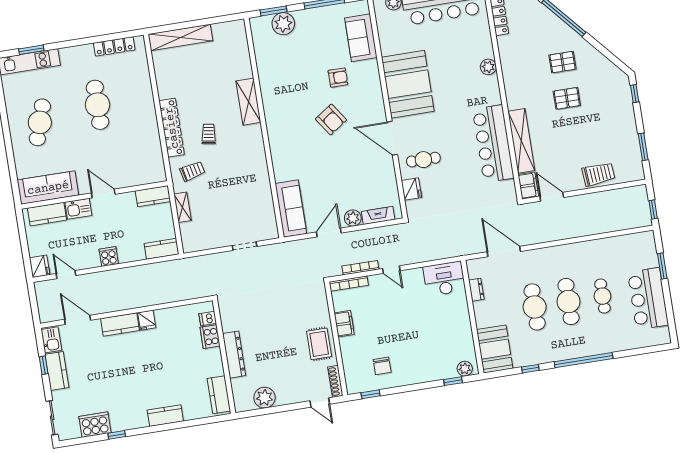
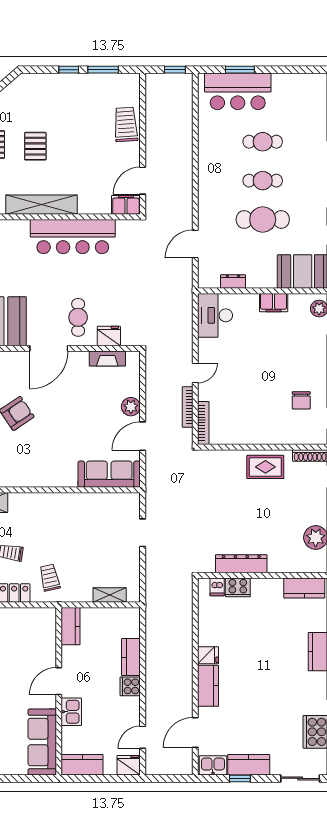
window: (635, 94) -> (69, 70), moved
shelving: (521, 141) -> (41, 205), moved
shelving: (183, 207) -> (110, 595), moved
kitchen counter: (47, 214) -> (82, 765), moved, turned -90
fireplace: (378, 215) -> (107, 359), moved, turned -90
door: (329, 232) -> (143, 436), hinge flipped
kitchen counter: (161, 249) -> (131, 657), moved
door: (504, 252) -> (195, 244), width x0.73
bar counter: (648, 299) -> (238, 91), moved
cafe table: (569, 302) -> (263, 181), width x0.73, depth x0.74
filing cabinet: (344, 324) -> (274, 303), moved, turned 180
dresser: (234, 355) -> (241, 564), moved
chair: (382, 366) -> (301, 400), turned 90

